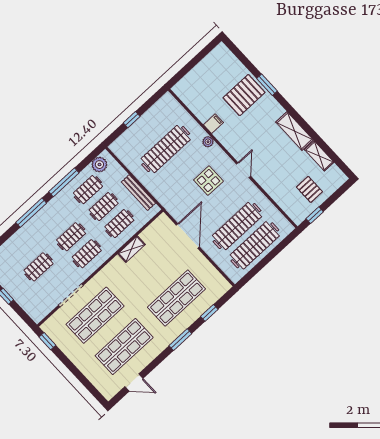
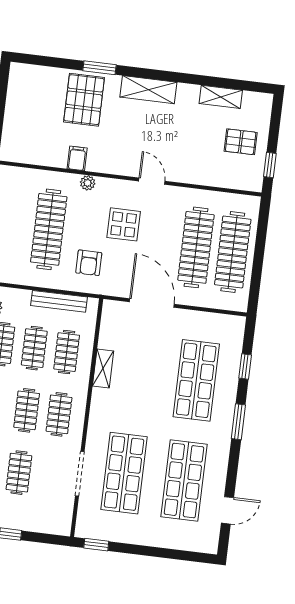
shelving: (295, 131) -> (148, 90), moved
armchair: (172, 185) -> (89, 263), added

